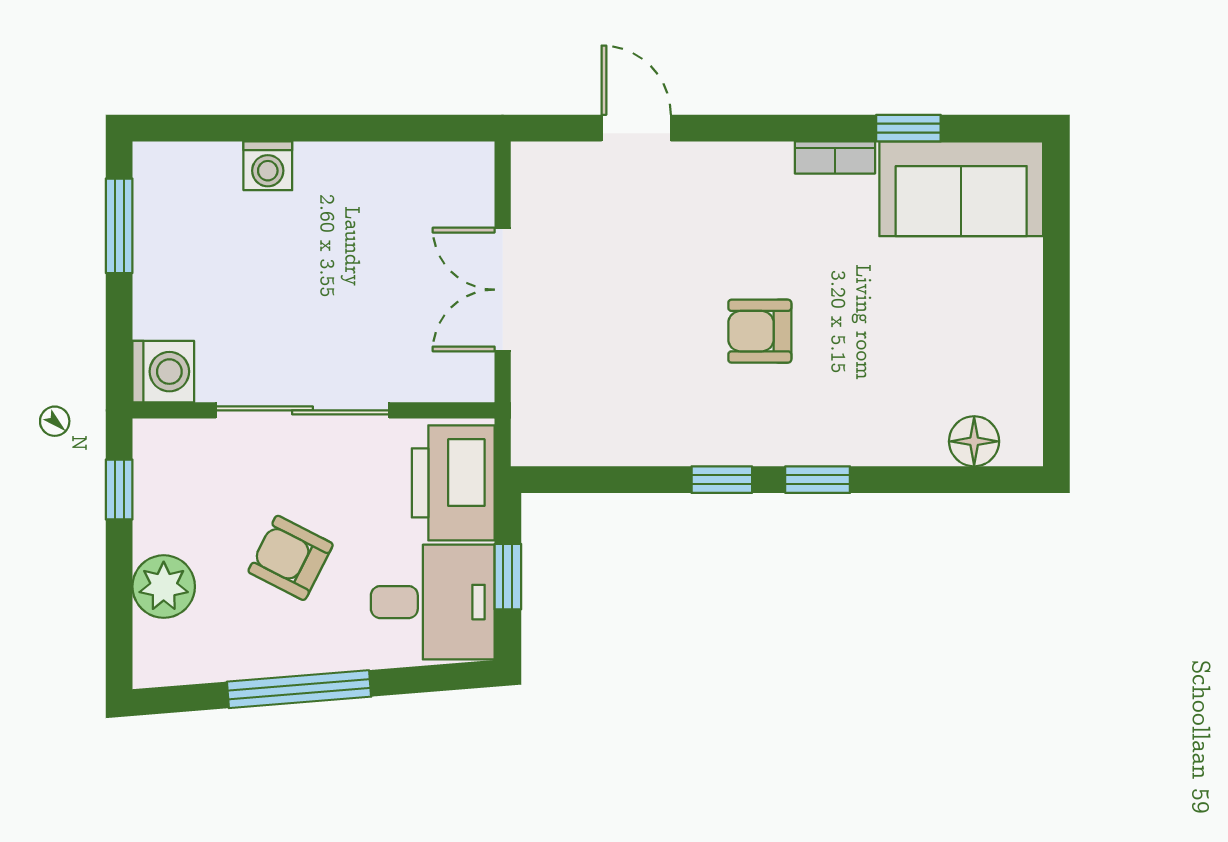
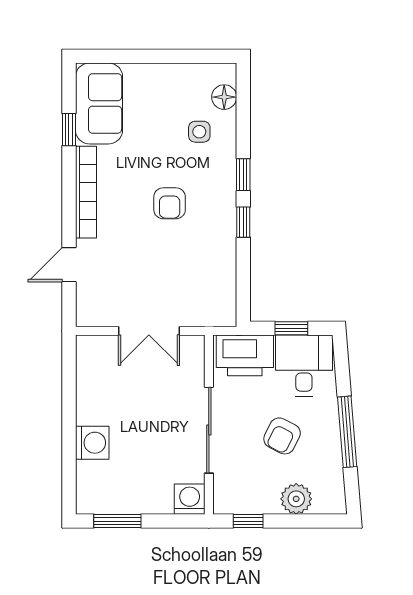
bookcase: (835, 157) -> (86, 192), width x2.31, depth x1.31
washing machine: (268, 166) -> (92, 443), width x1.38, depth x1.38
side table: (904, 391) -> (199, 132), added

